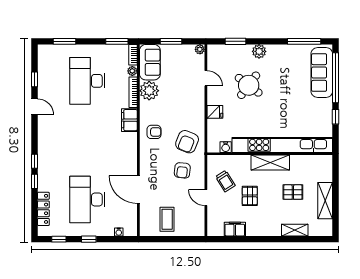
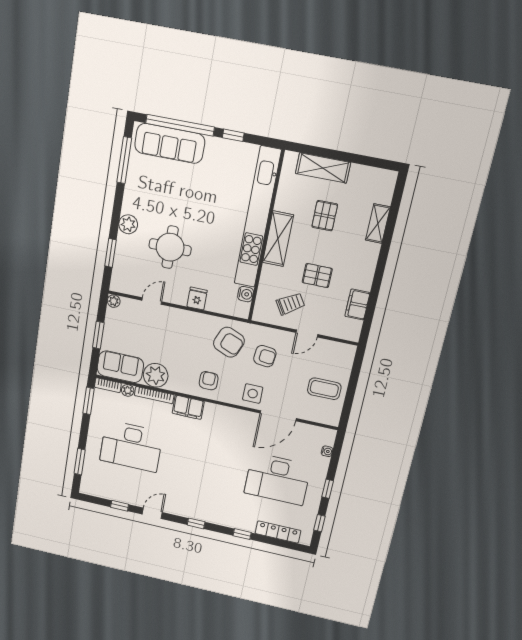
round table: (249, 85) -> (170, 247), turned -37
window: (35, 161) -> (196, 523), moved
side table: (151, 167) -> (253, 394), added
shelving: (325, 201) -> (323, 168), moved

